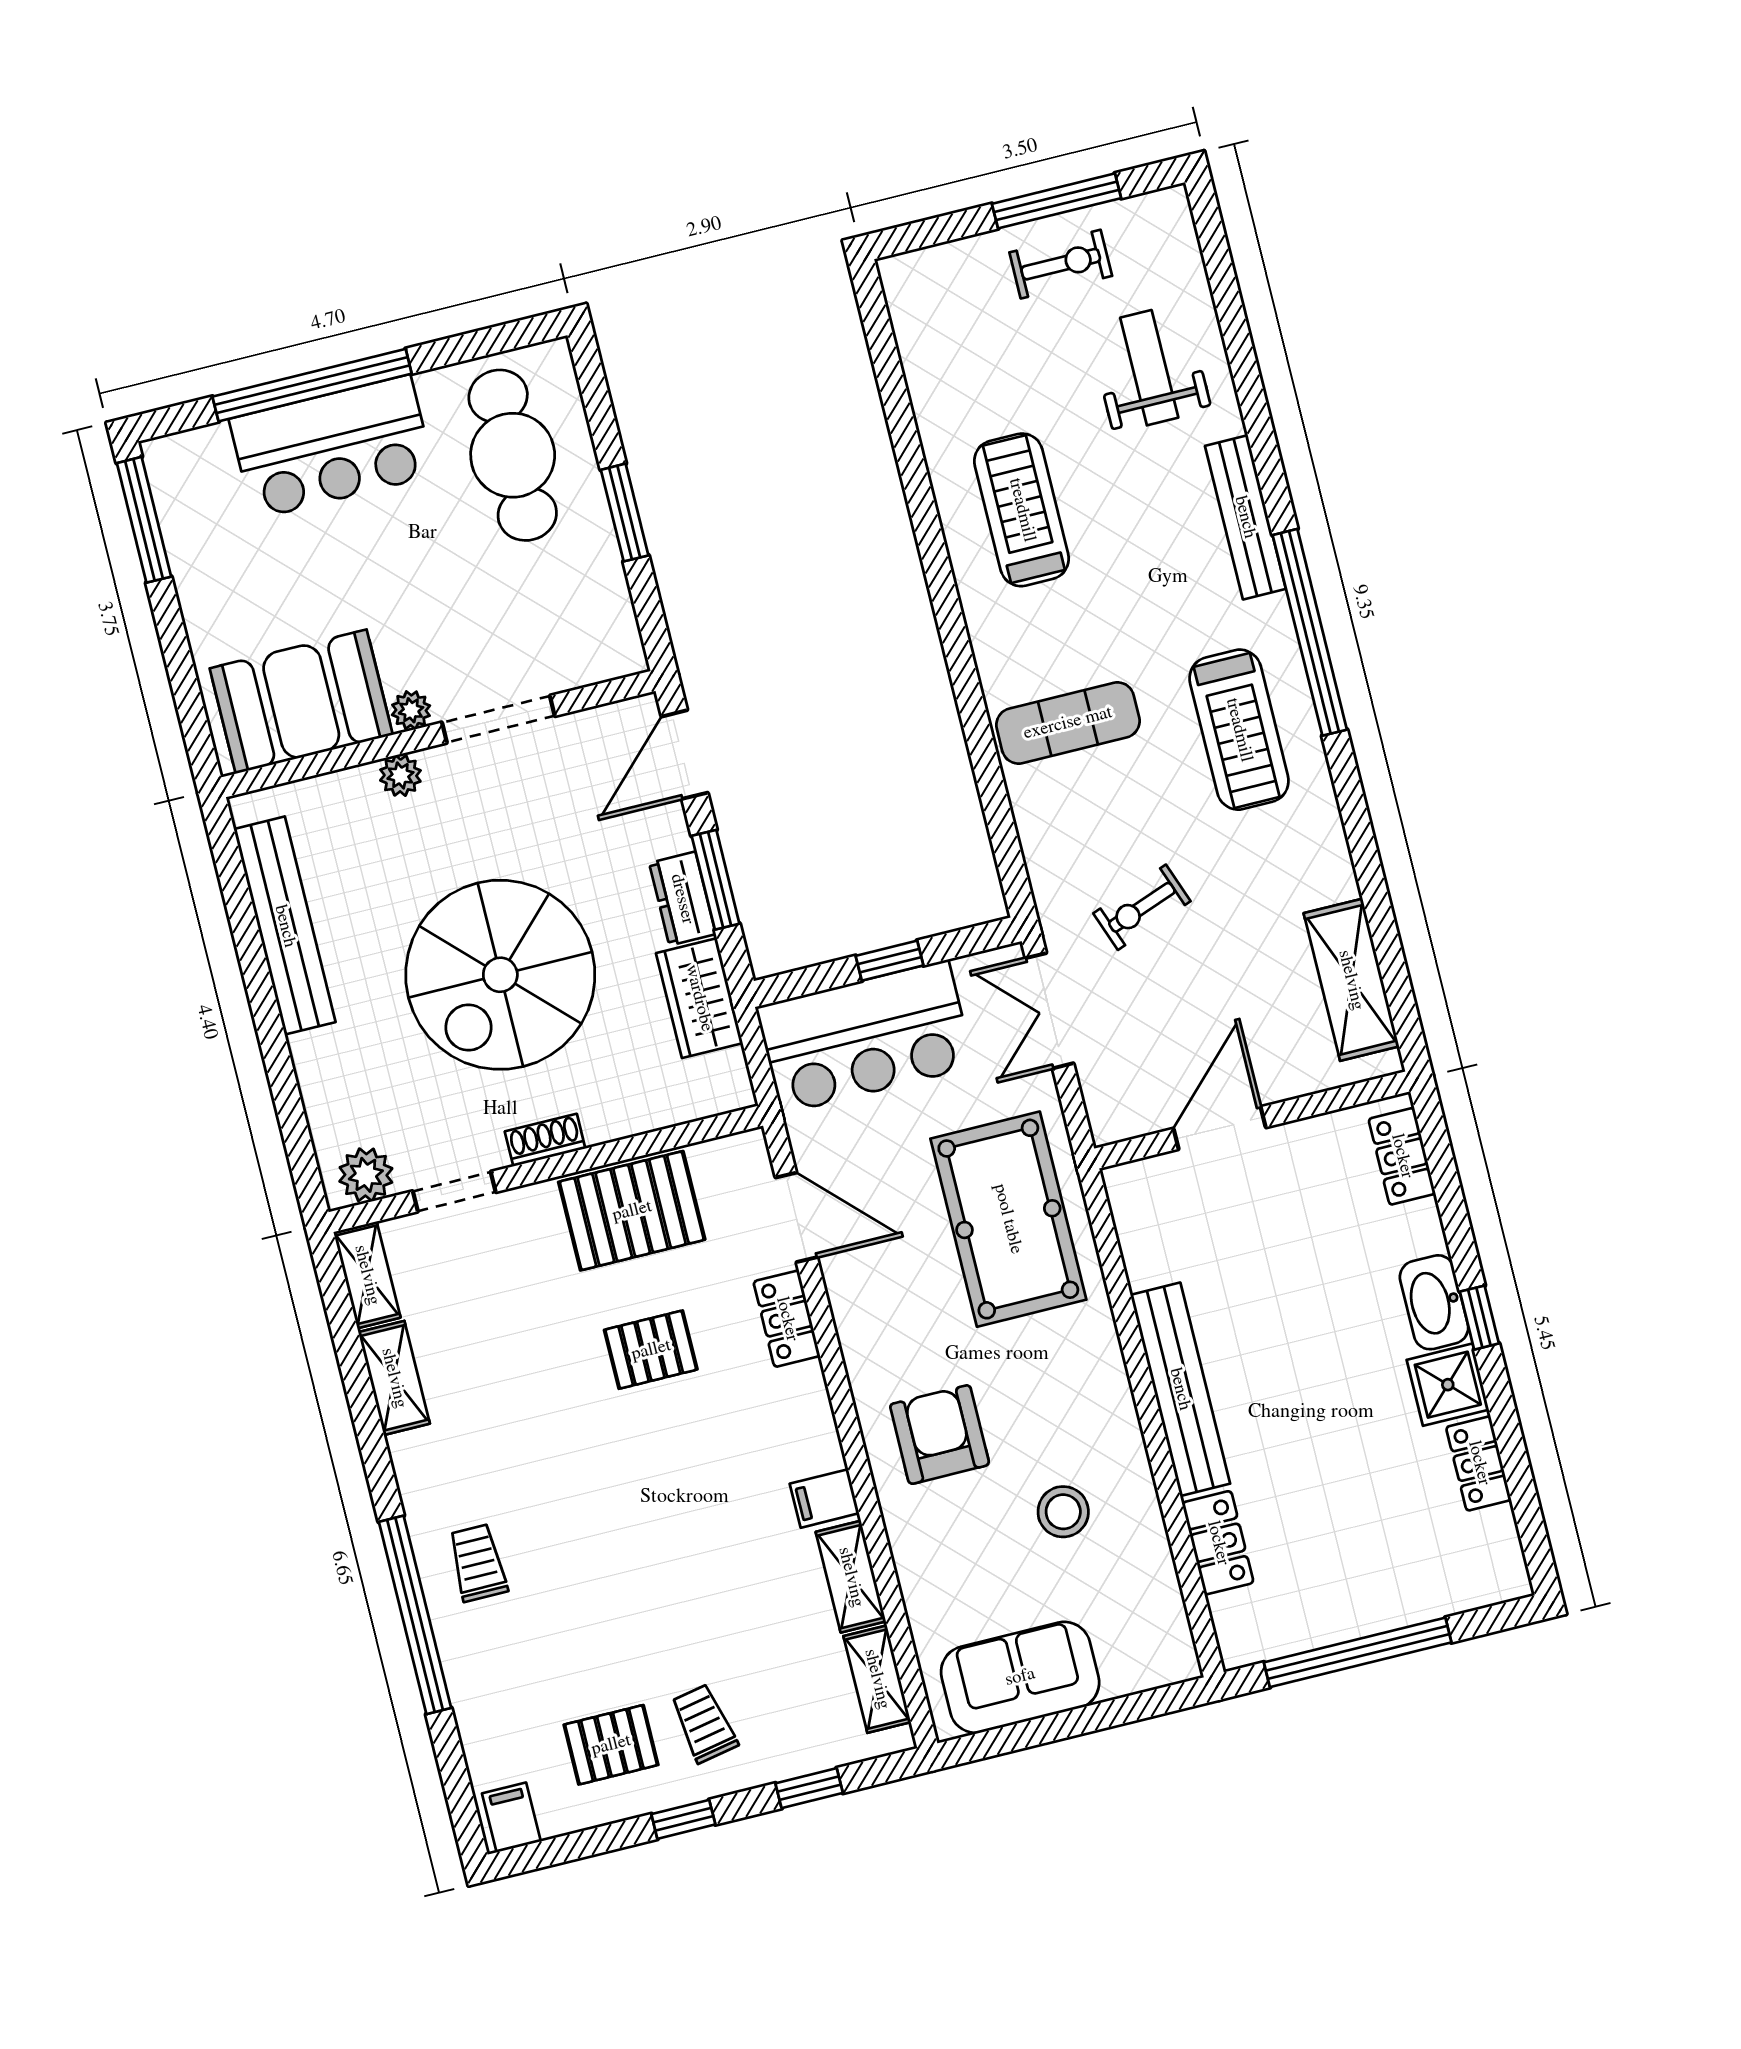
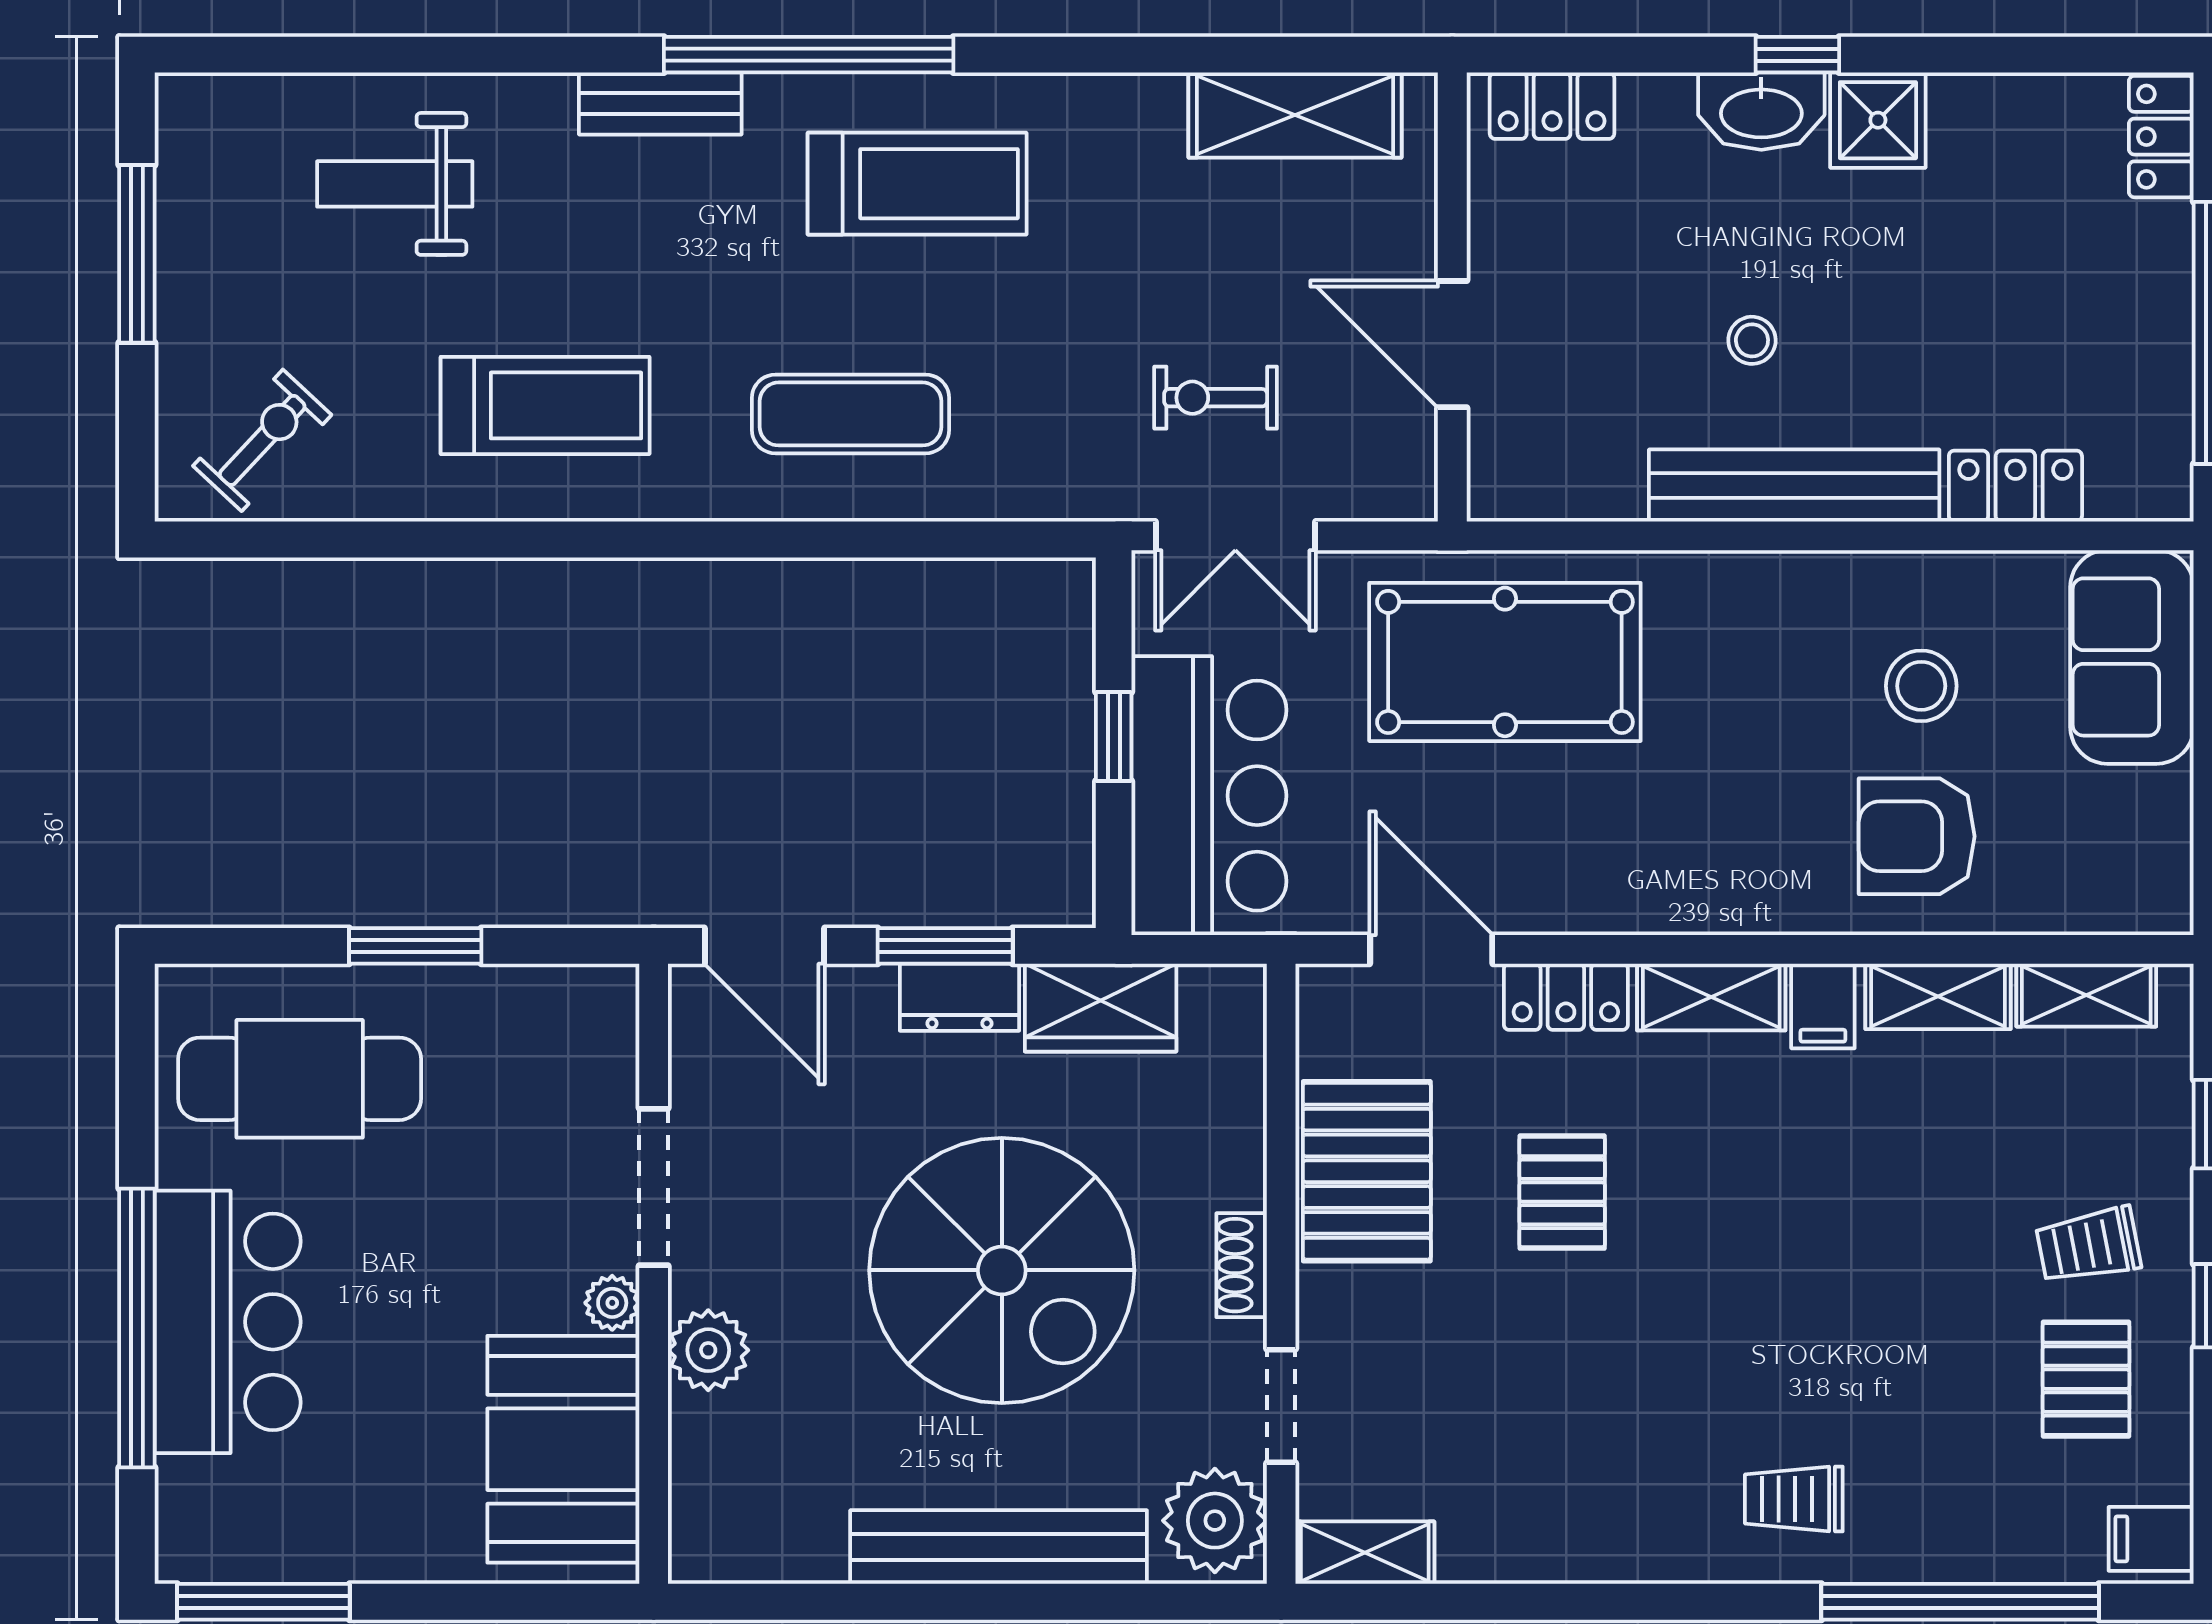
exercise bike: (1061, 264) -> (262, 440), moved, turned 43
treadmill: (1022, 510) -> (545, 405), turned 180
bench: (1245, 517) -> (660, 104), width x0.73
exercise mat: (1068, 723) -> (851, 414), turned 90
plant: (400, 775) -> (708, 1350), width x1.38, depth x1.38
exercise bike: (1142, 907) -> (1216, 398), moved, turned 110
bench: (285, 926) -> (999, 1547), moved
plant: (366, 1175) -> (1215, 1521), width x1.36, depth x1.36
door: (796, 1217) -> (1431, 949), hinge flipped
stool: (1274, 1335) -> (1752, 340), added
shelving: (394, 1378) -> (1711, 997), moved
armchair: (940, 1435) -> (1917, 836), moved
locker: (1479, 1463) -> (2161, 137), moved, turned 90
window: (415, 1615) -> (1960, 1602), moved
sofa: (1020, 1677) -> (2132, 657), moved

